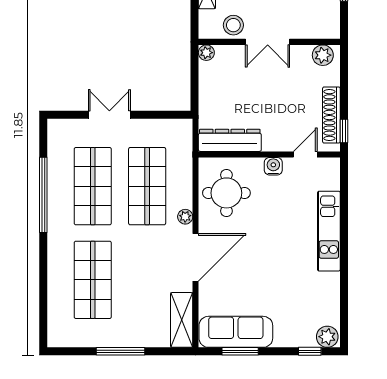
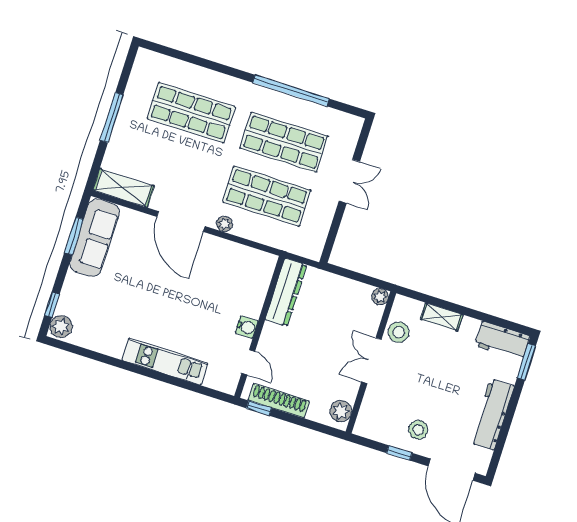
round table: (226, 193) -> (235, 272), removed

